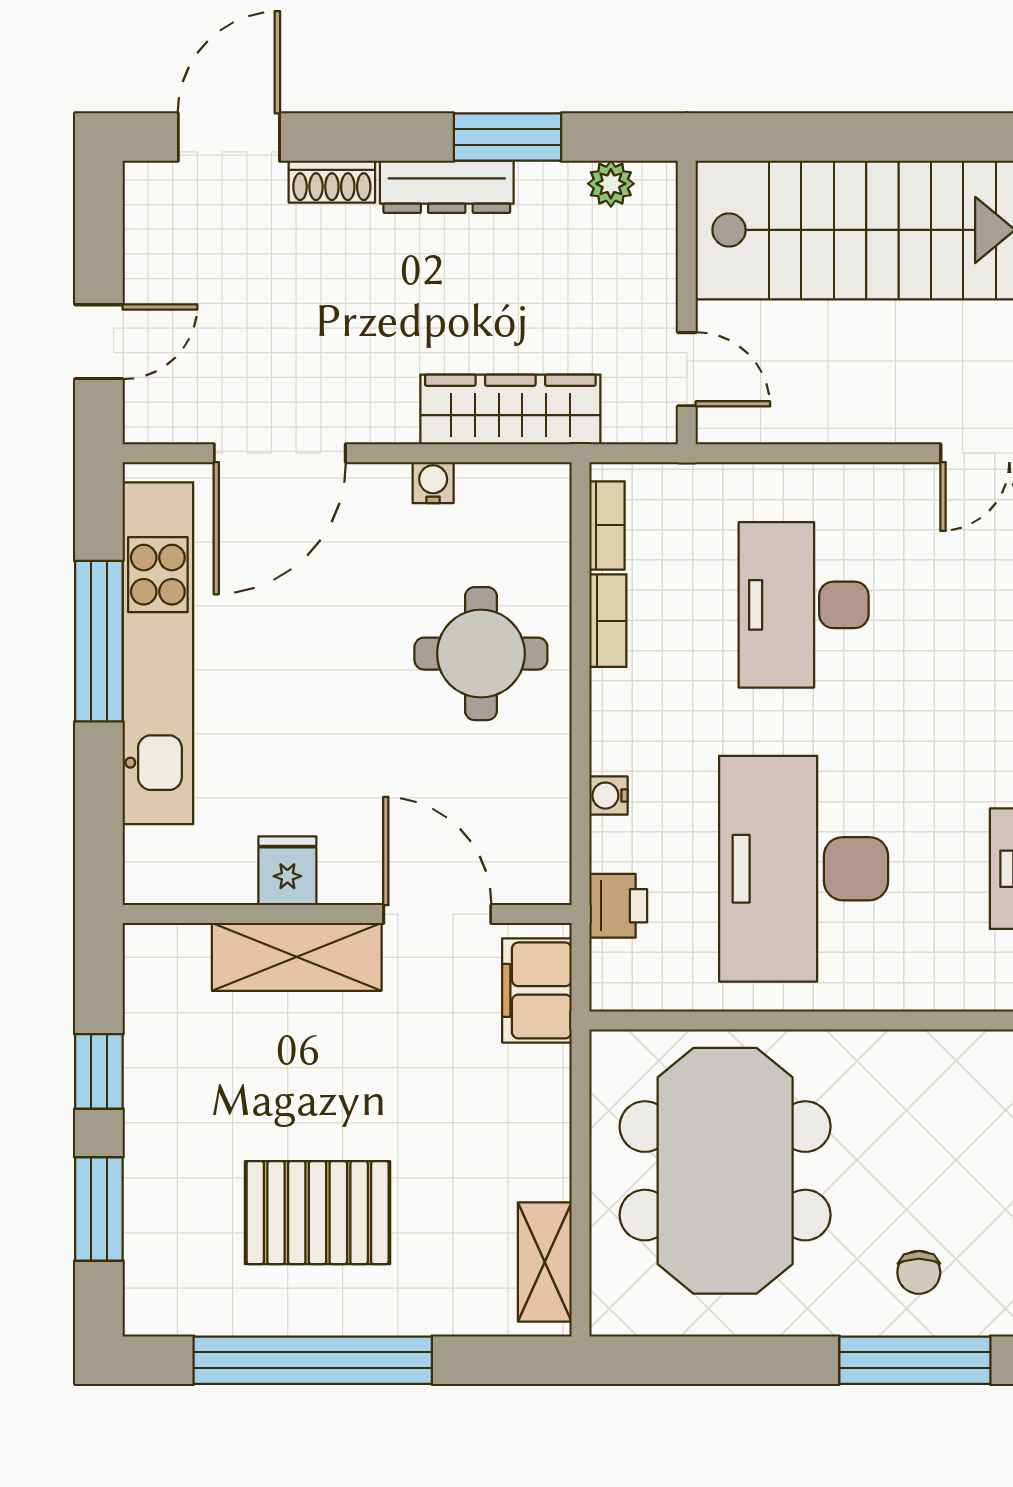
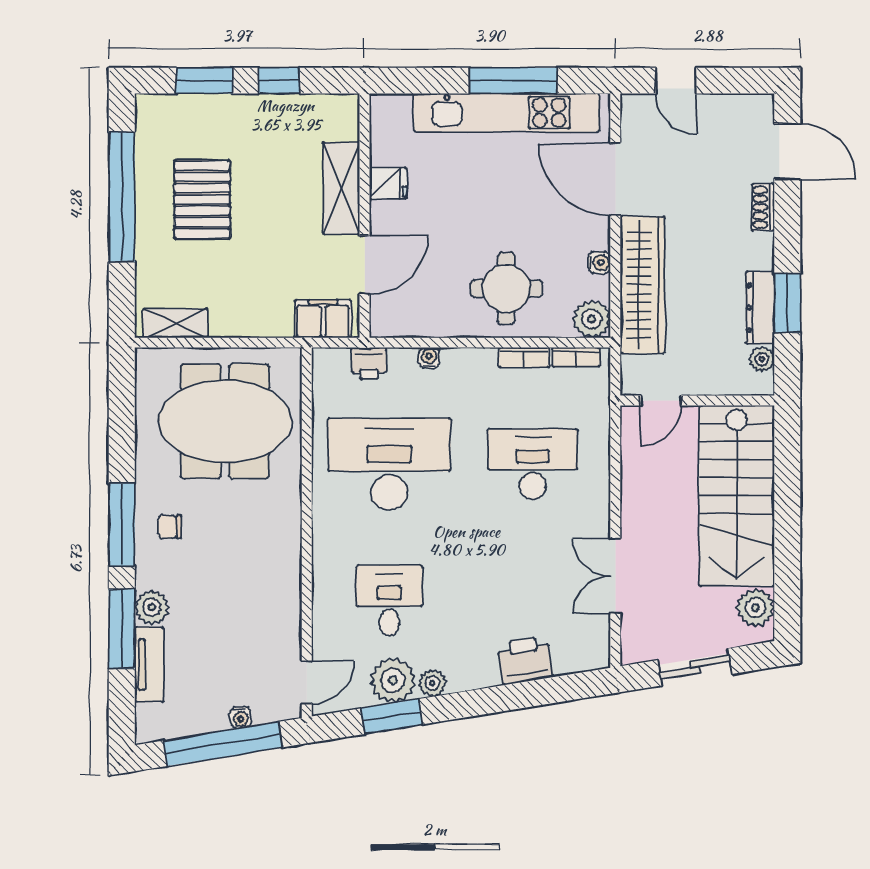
dresser: (447, 187) -> (760, 308), moved
wardrobe: (510, 409) -> (642, 285), width x1.40, depth x1.17
plant: (537, 497) -> (592, 319), added

